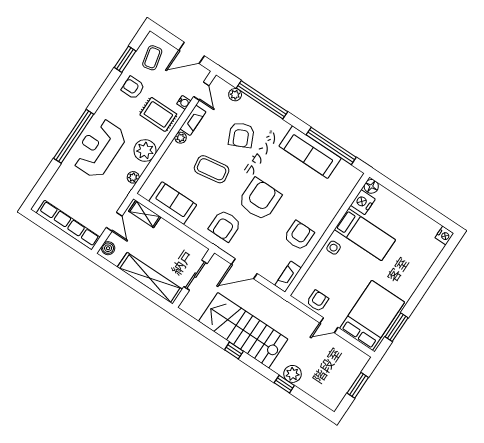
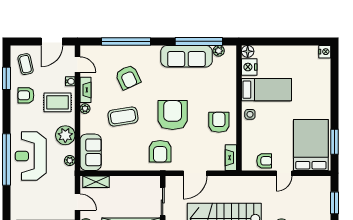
plant: (235, 95) -> (219, 51), moved
sofa: (173, 203) -> (91, 152), moved, turned 90
armchair: (318, 301) -> (264, 161), turned 90

